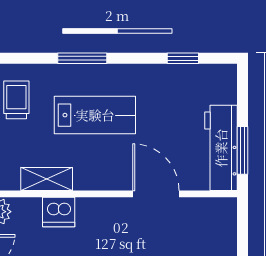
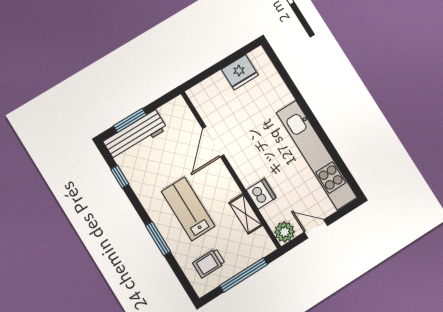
workbench: (221, 148) -> (135, 135), moved
window: (243, 150) -> (130, 120), moved

